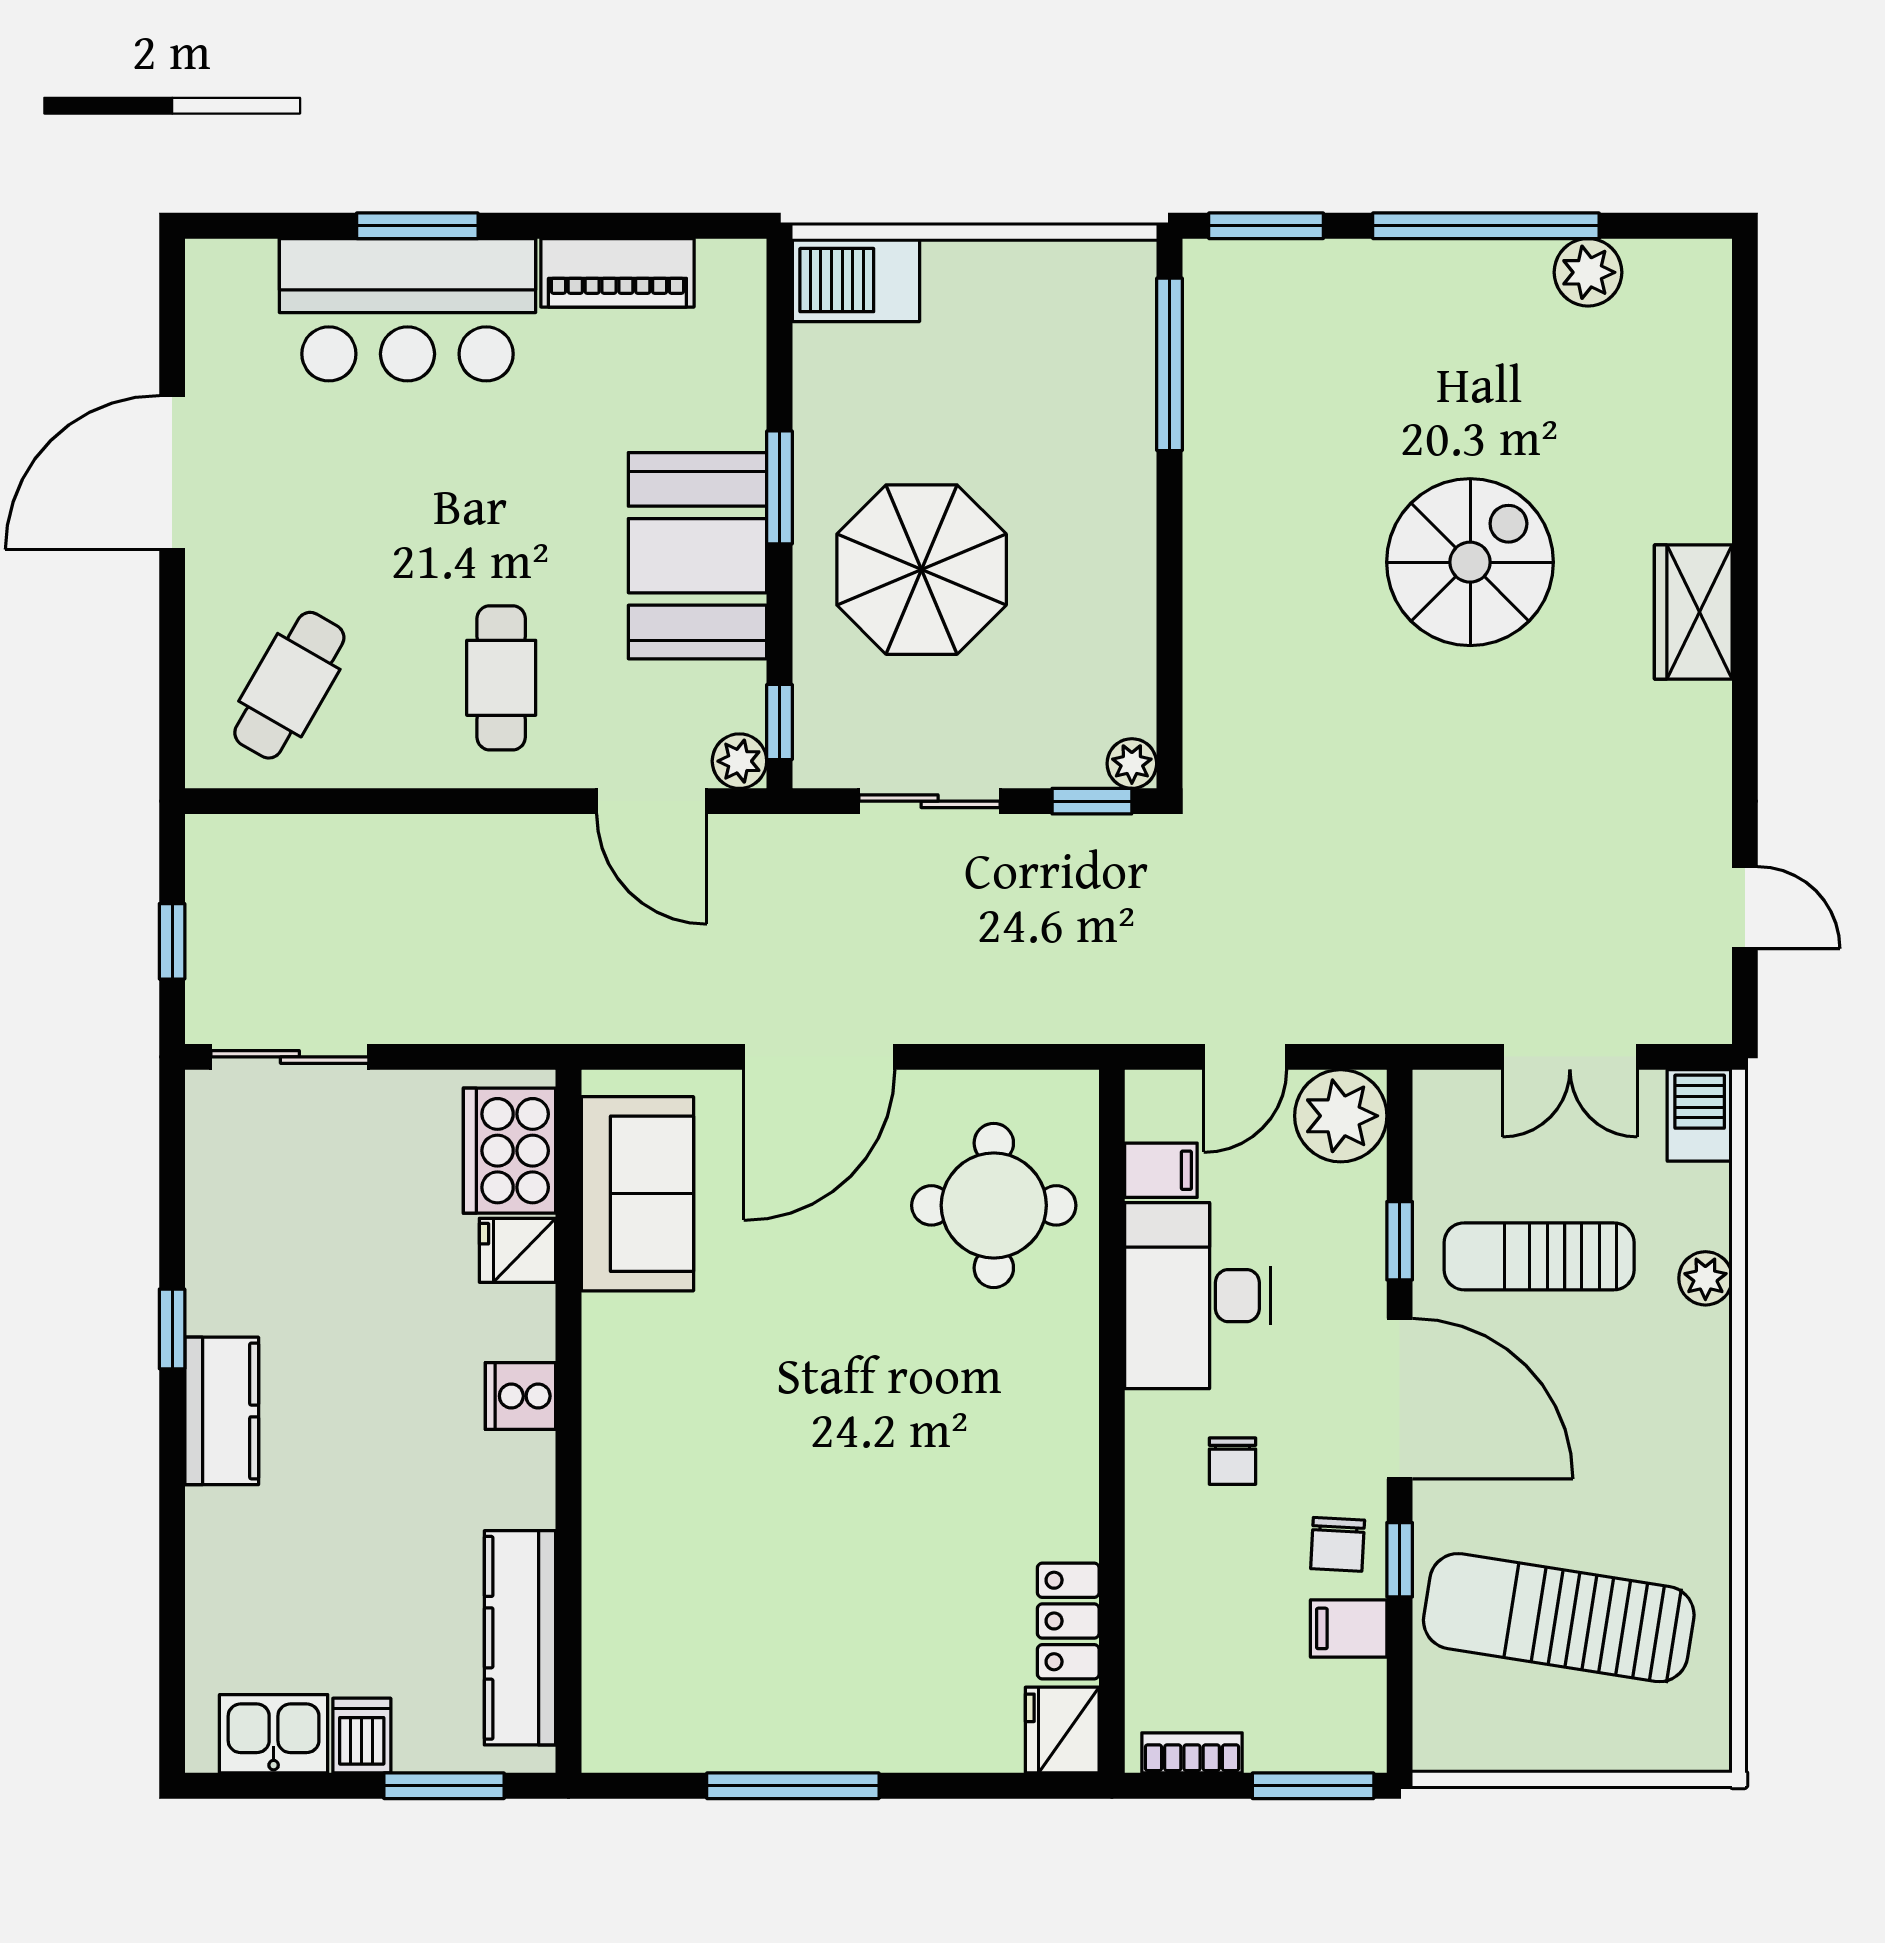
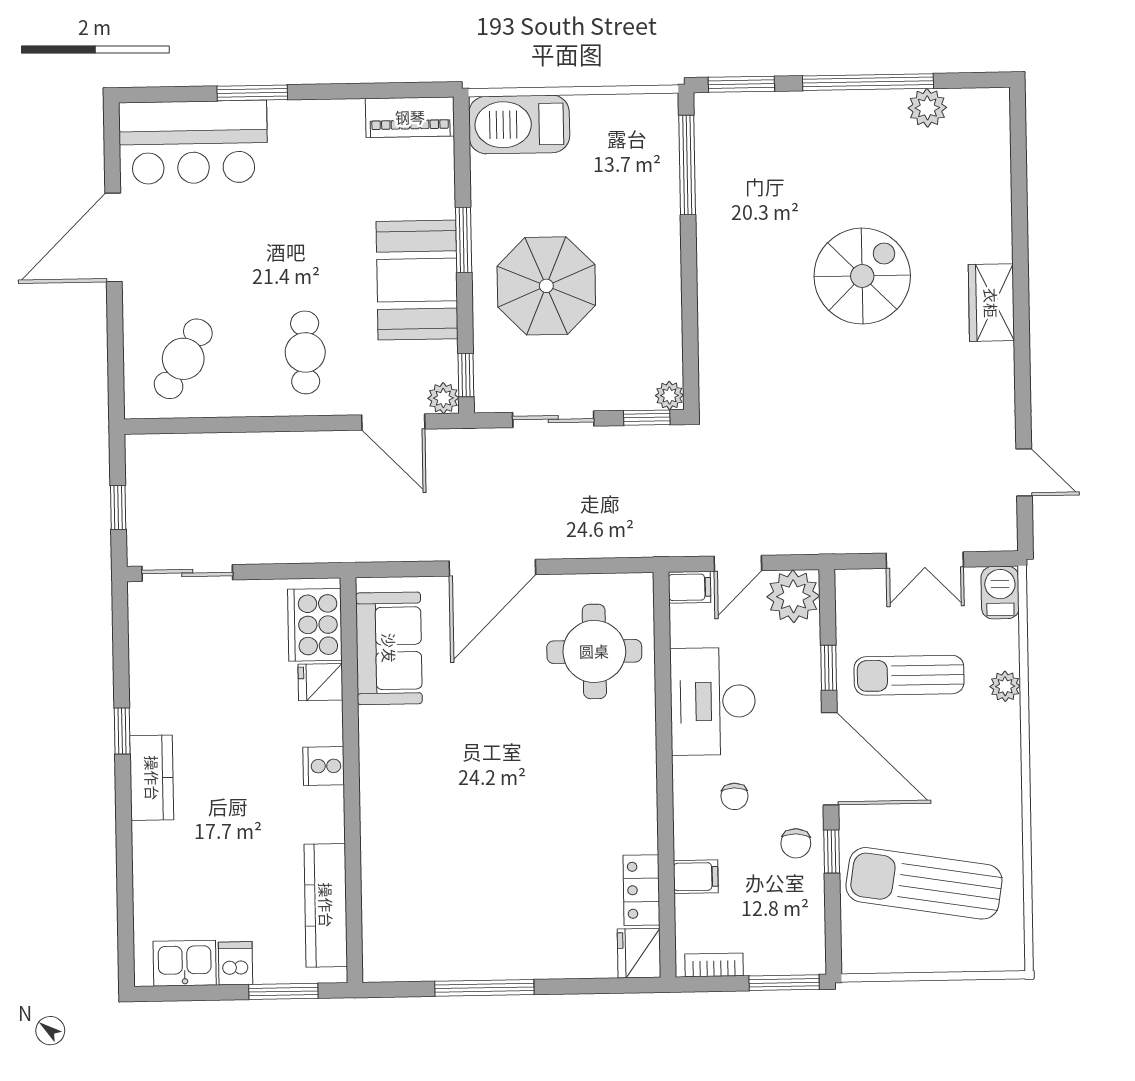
piano: (617, 273) -> (410, 117), moved
barbecue: (856, 280) -> (519, 124), width x1.37, depth x1.21
bar counter: (408, 310) -> (193, 142), moved
filing cabinet: (1161, 1170) -> (690, 587), moved
filing cabinet: (1349, 1628) -> (696, 877), moved, turned 180

